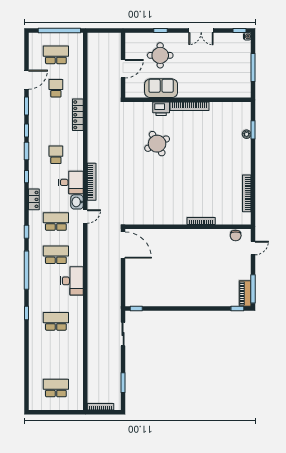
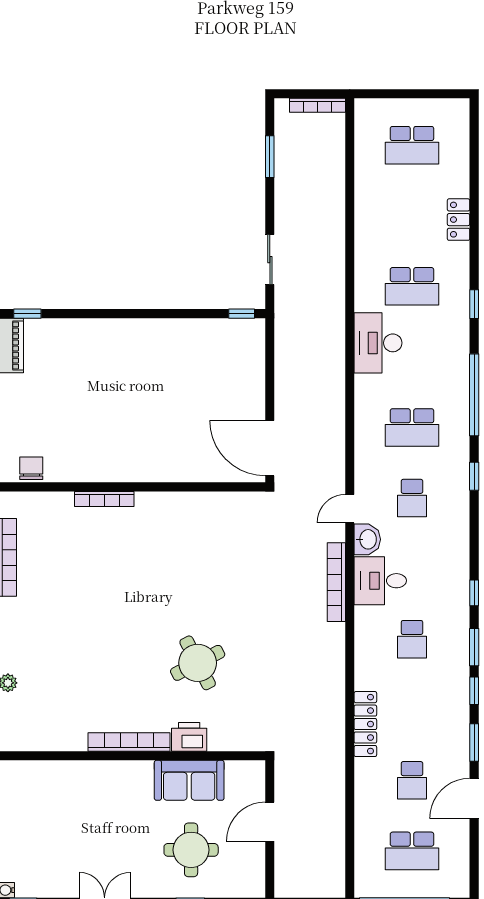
locker: (34, 199) -> (459, 220), moved
school desk: (56, 221) -> (412, 498), width x0.54
desk: (72, 281) -> (378, 343), moved

